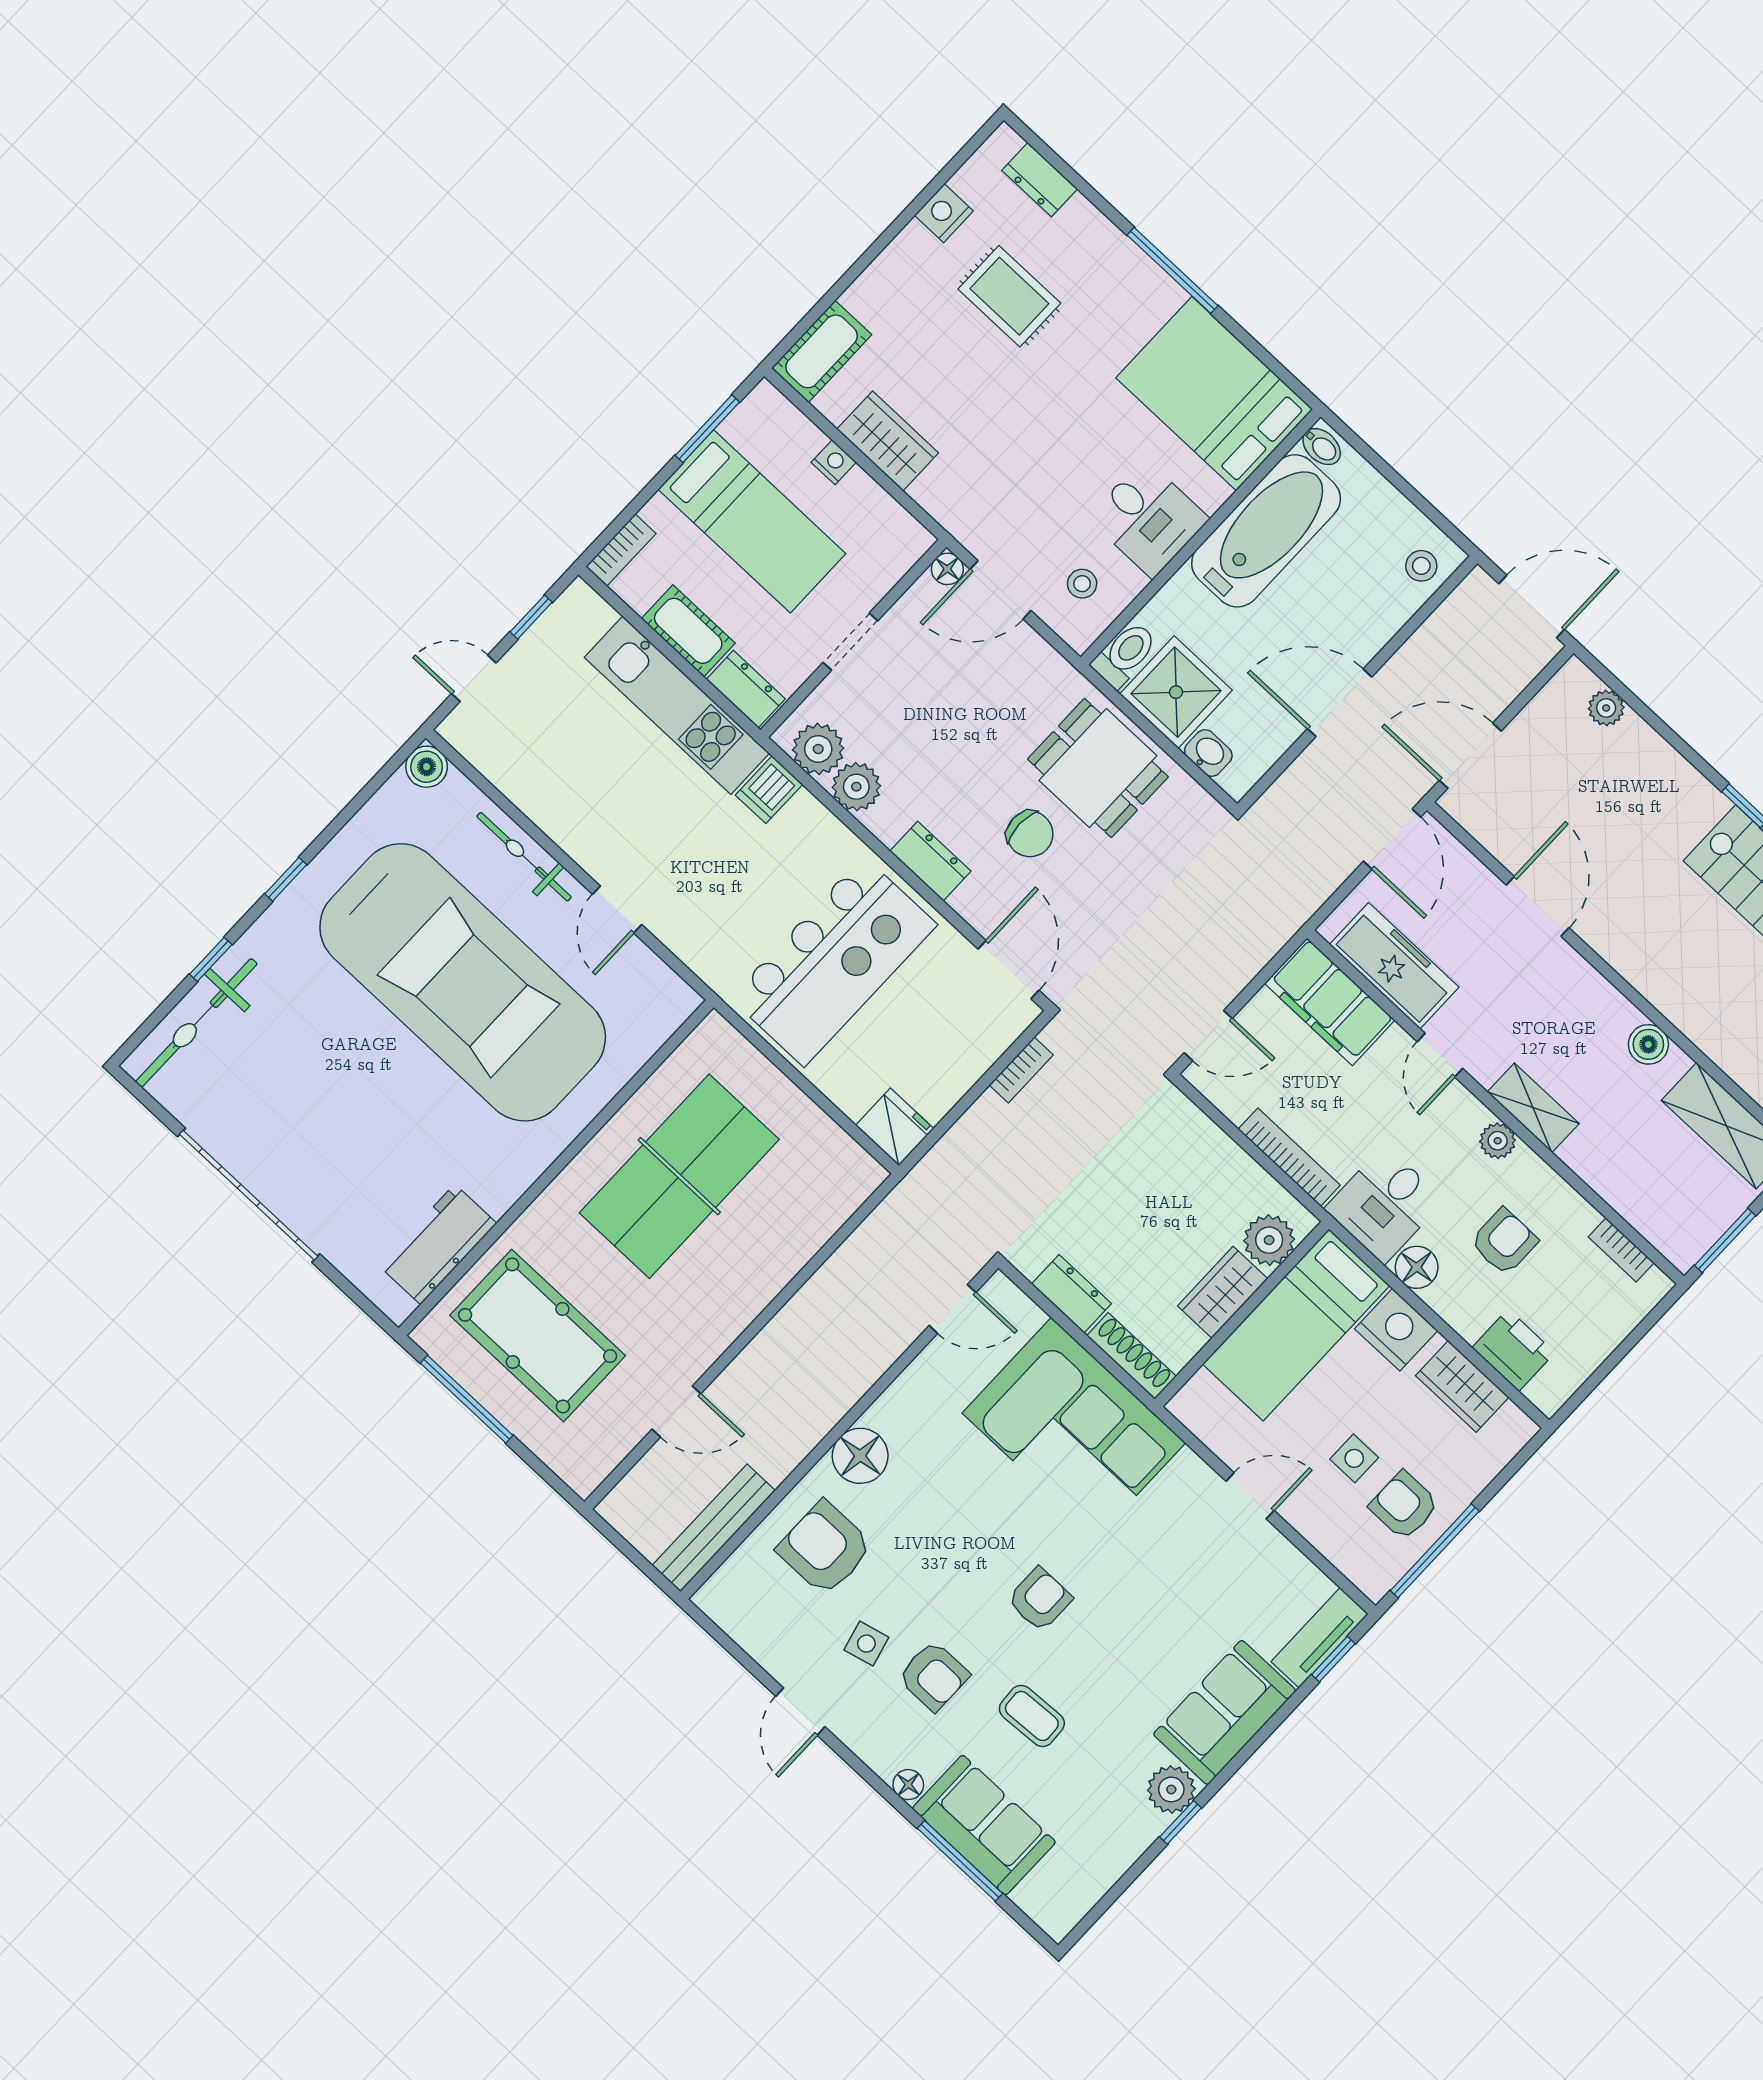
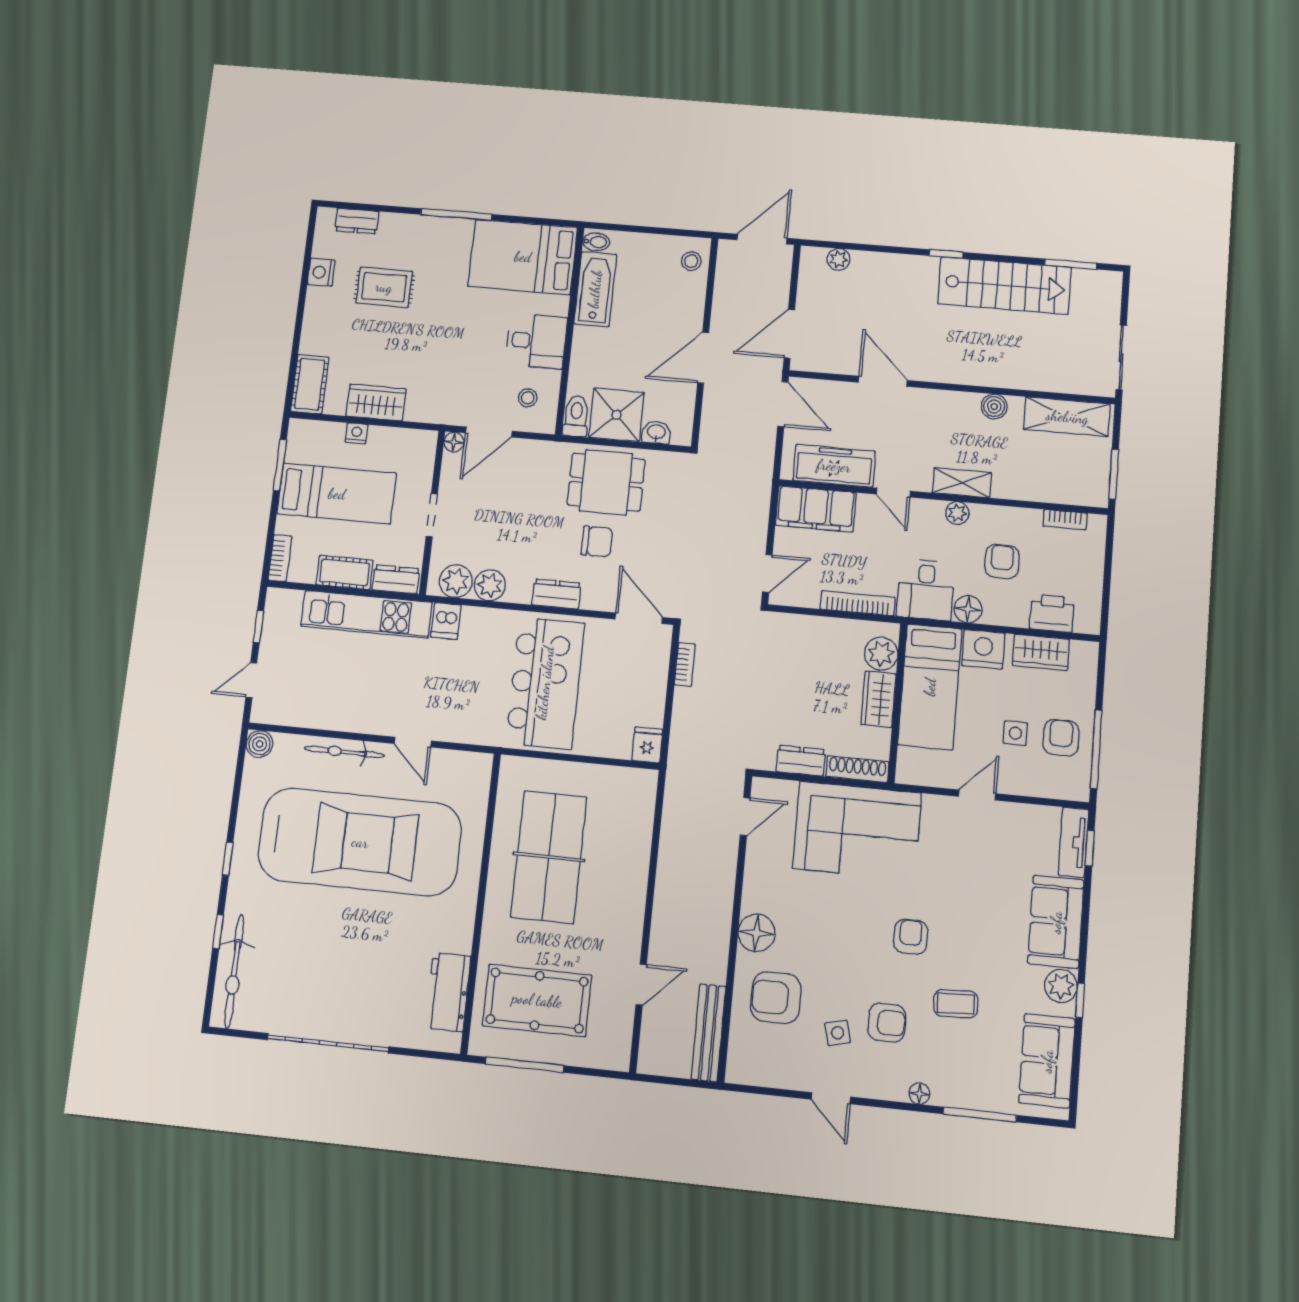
bathtub: (1266, 531) -> (595, 289), width x0.73, depth x0.73
fridge: (895, 1127) -> (647, 745), width x0.72
armchair: (1404, 1505) -> (1061, 738), turned 90
sofa: (984, 1825) -> (1047, 1061), moved, turned -90

